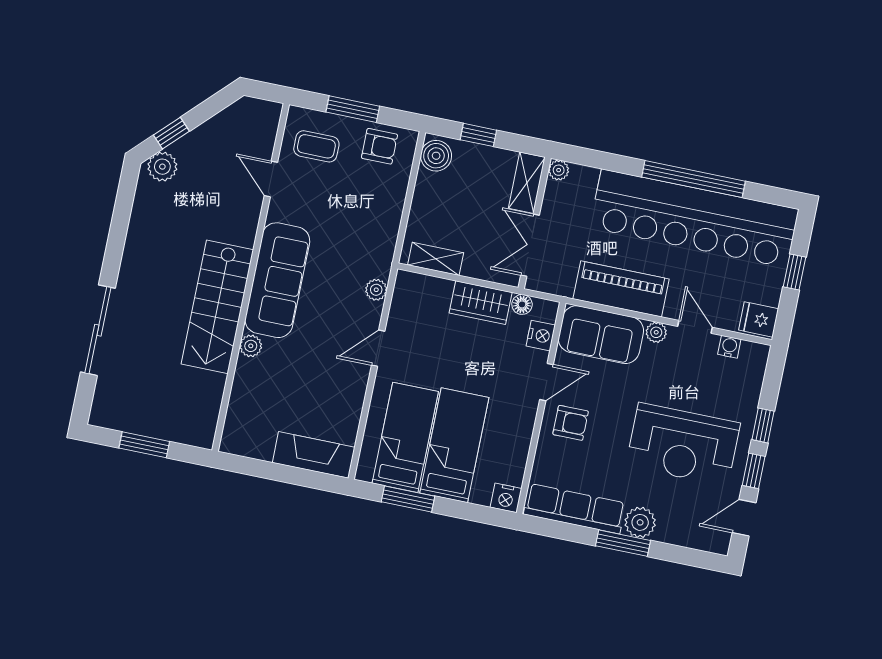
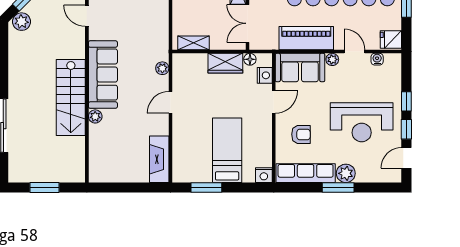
armchair: (571, 423) -> (301, 134), moved
bed: (405, 437) -> (197, 152), removed
fireplace: (314, 455) -> (159, 159), moved, turned -90

